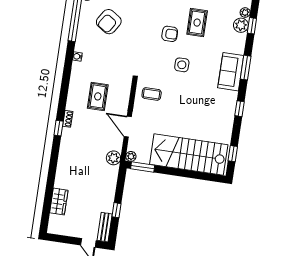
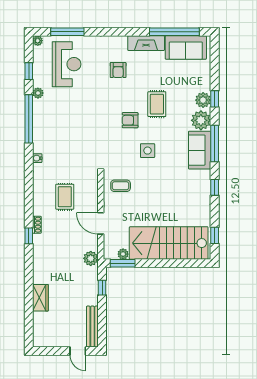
plant: (245, 13) -> (201, 120), moved, width x1.88, depth x1.88
armchair: (109, 22) -> (65, 117), removed
armchair: (170, 34) -> (130, 120), turned 180
window: (246, 68) -> (215, 143), width x1.44
plant: (131, 156) -> (123, 254), moved
wardrobe: (59, 201) -> (40, 298), moved
window: (117, 210) -> (102, 288), moved
bench: (105, 227) -> (92, 327), width x1.36

